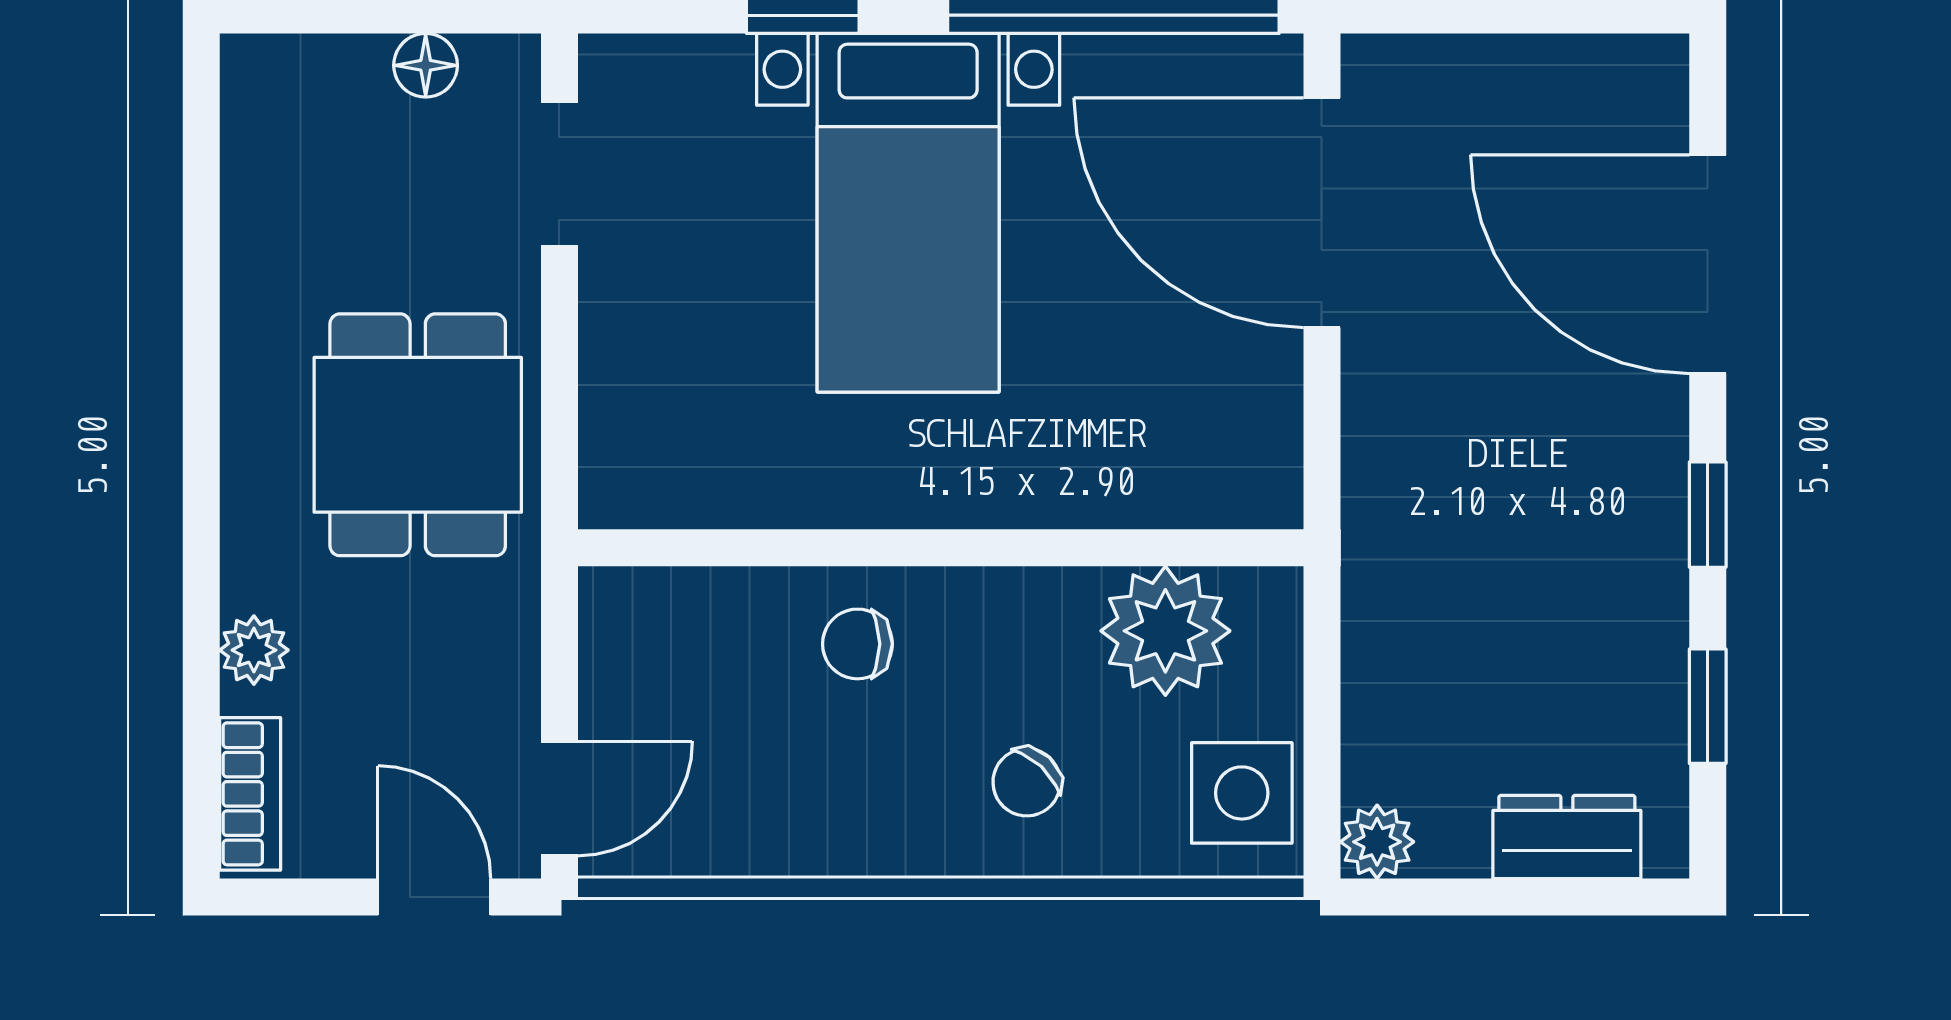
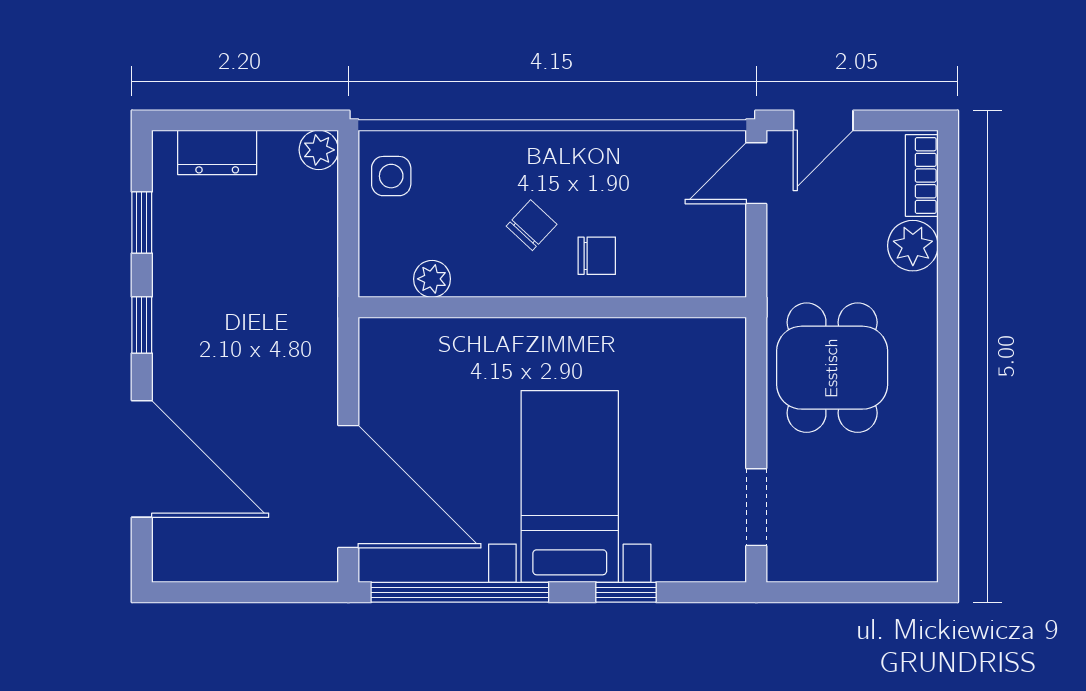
floor lamp: (426, 65) -> (828, 565), removed
plant: (1165, 631) -> (432, 279), width x0.53, depth x0.53
plant: (254, 650) -> (913, 246), width x1.38, depth x1.38
chair: (1027, 782) -> (532, 225), moved
side table: (1242, 793) -> (391, 176), width x0.73, depth x0.73
door: (434, 897) -> (823, 120), hinge flipped

